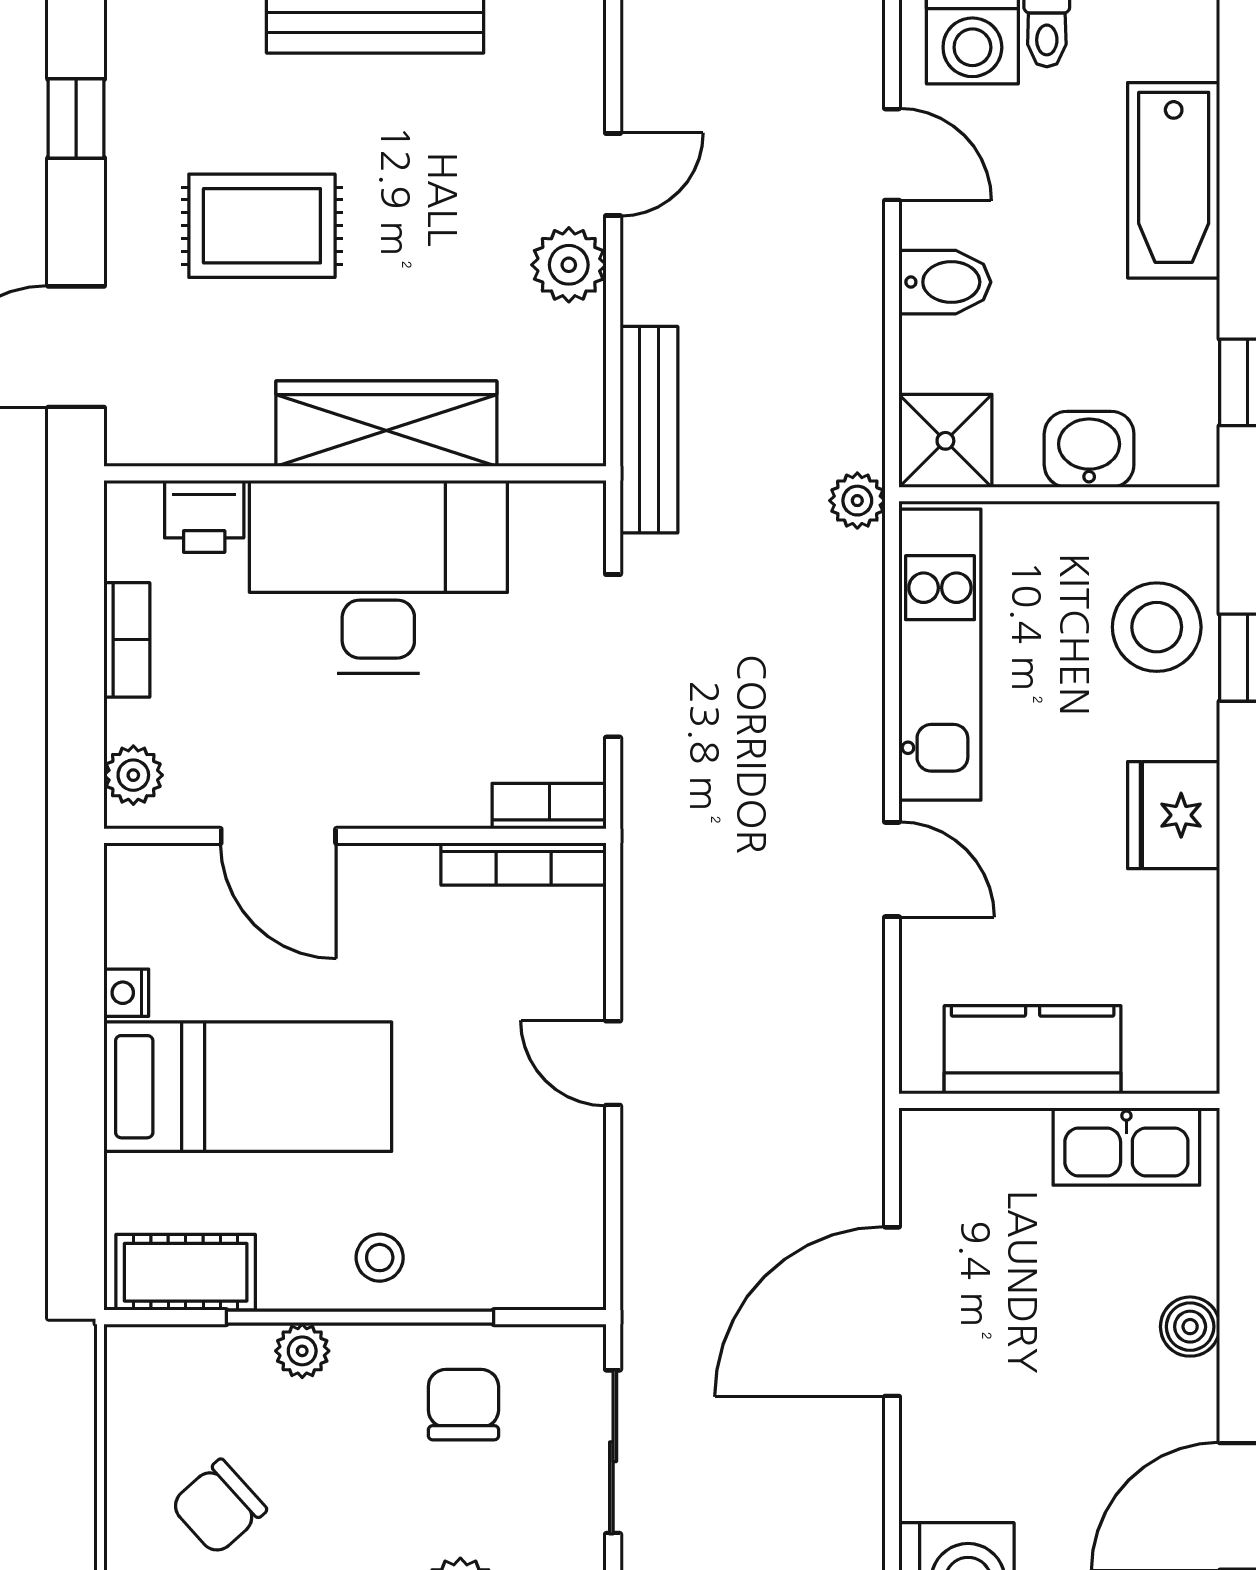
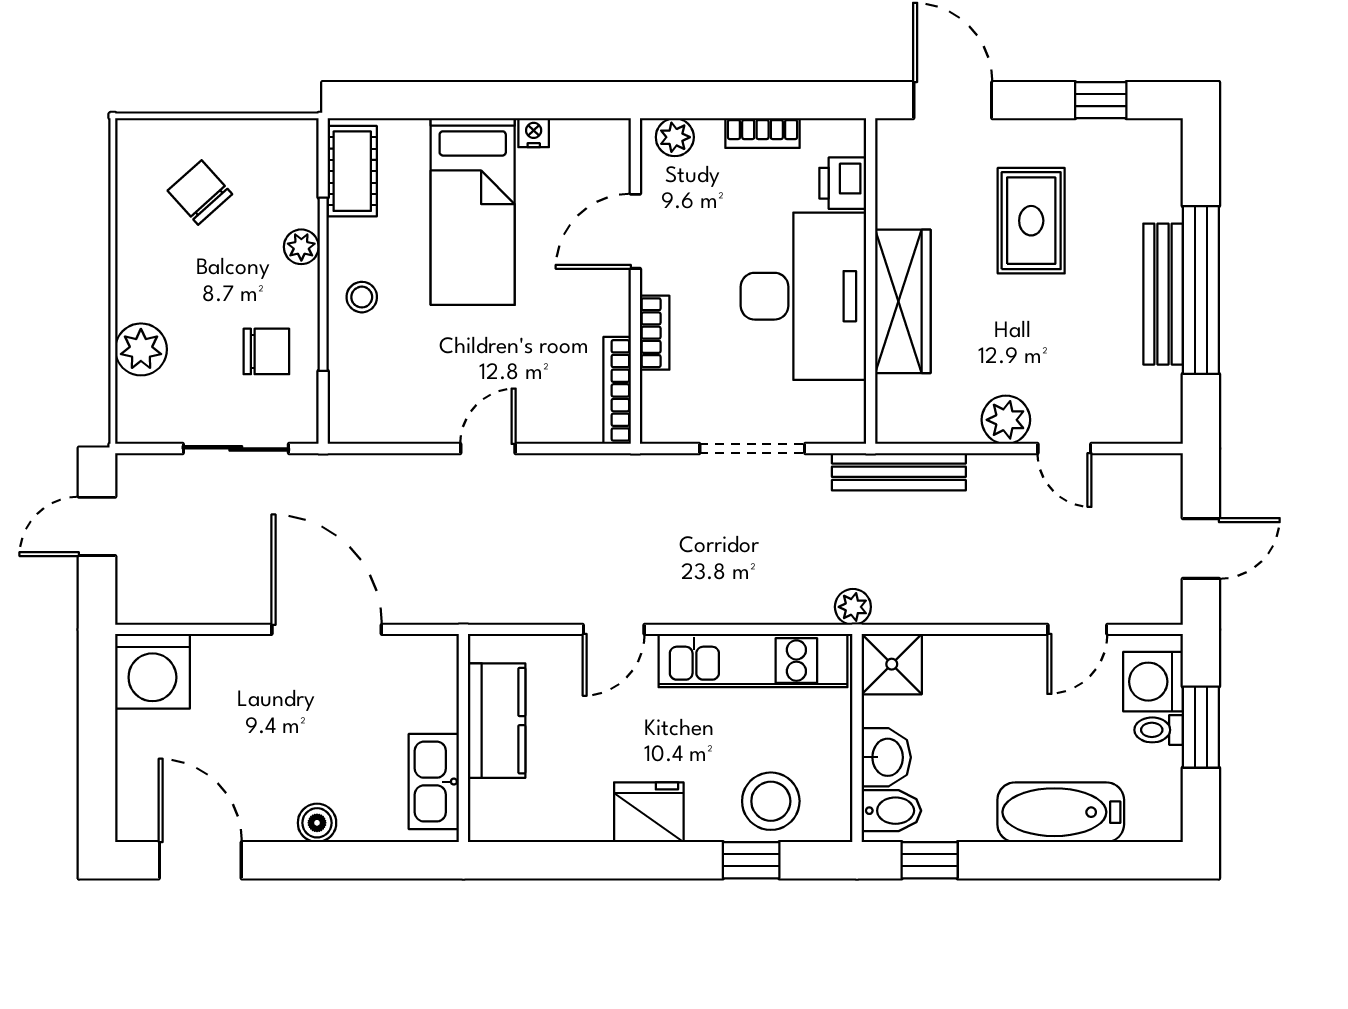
bidet: (945, 282) -> (891, 811), moved, turned -90
bookcase: (549, 806) -> (655, 333), moved

